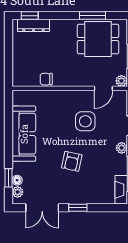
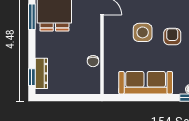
side table: (85, 121) -> (143, 32), moved
armchair: (72, 161) -> (172, 37), turned -102

